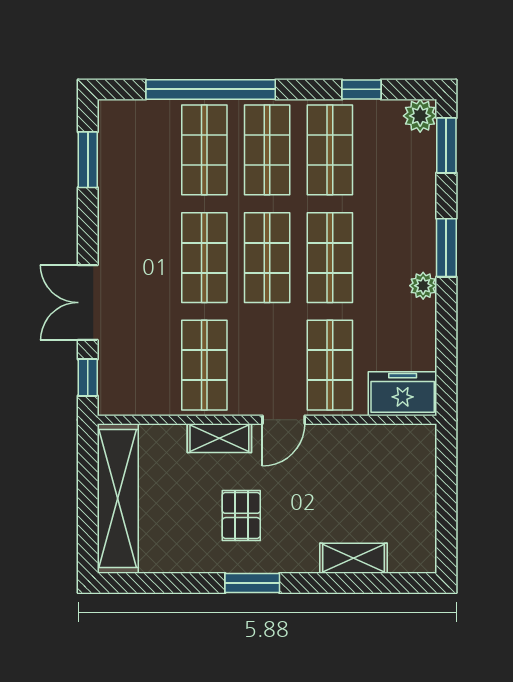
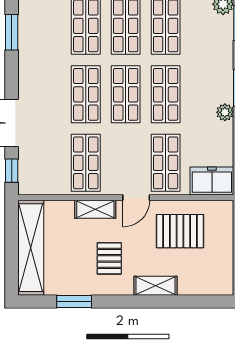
pallet: (352, 473) -> (180, 231), added
shelving: (354, 558) -> (156, 286), moved
window: (252, 583) -> (74, 301), moved

